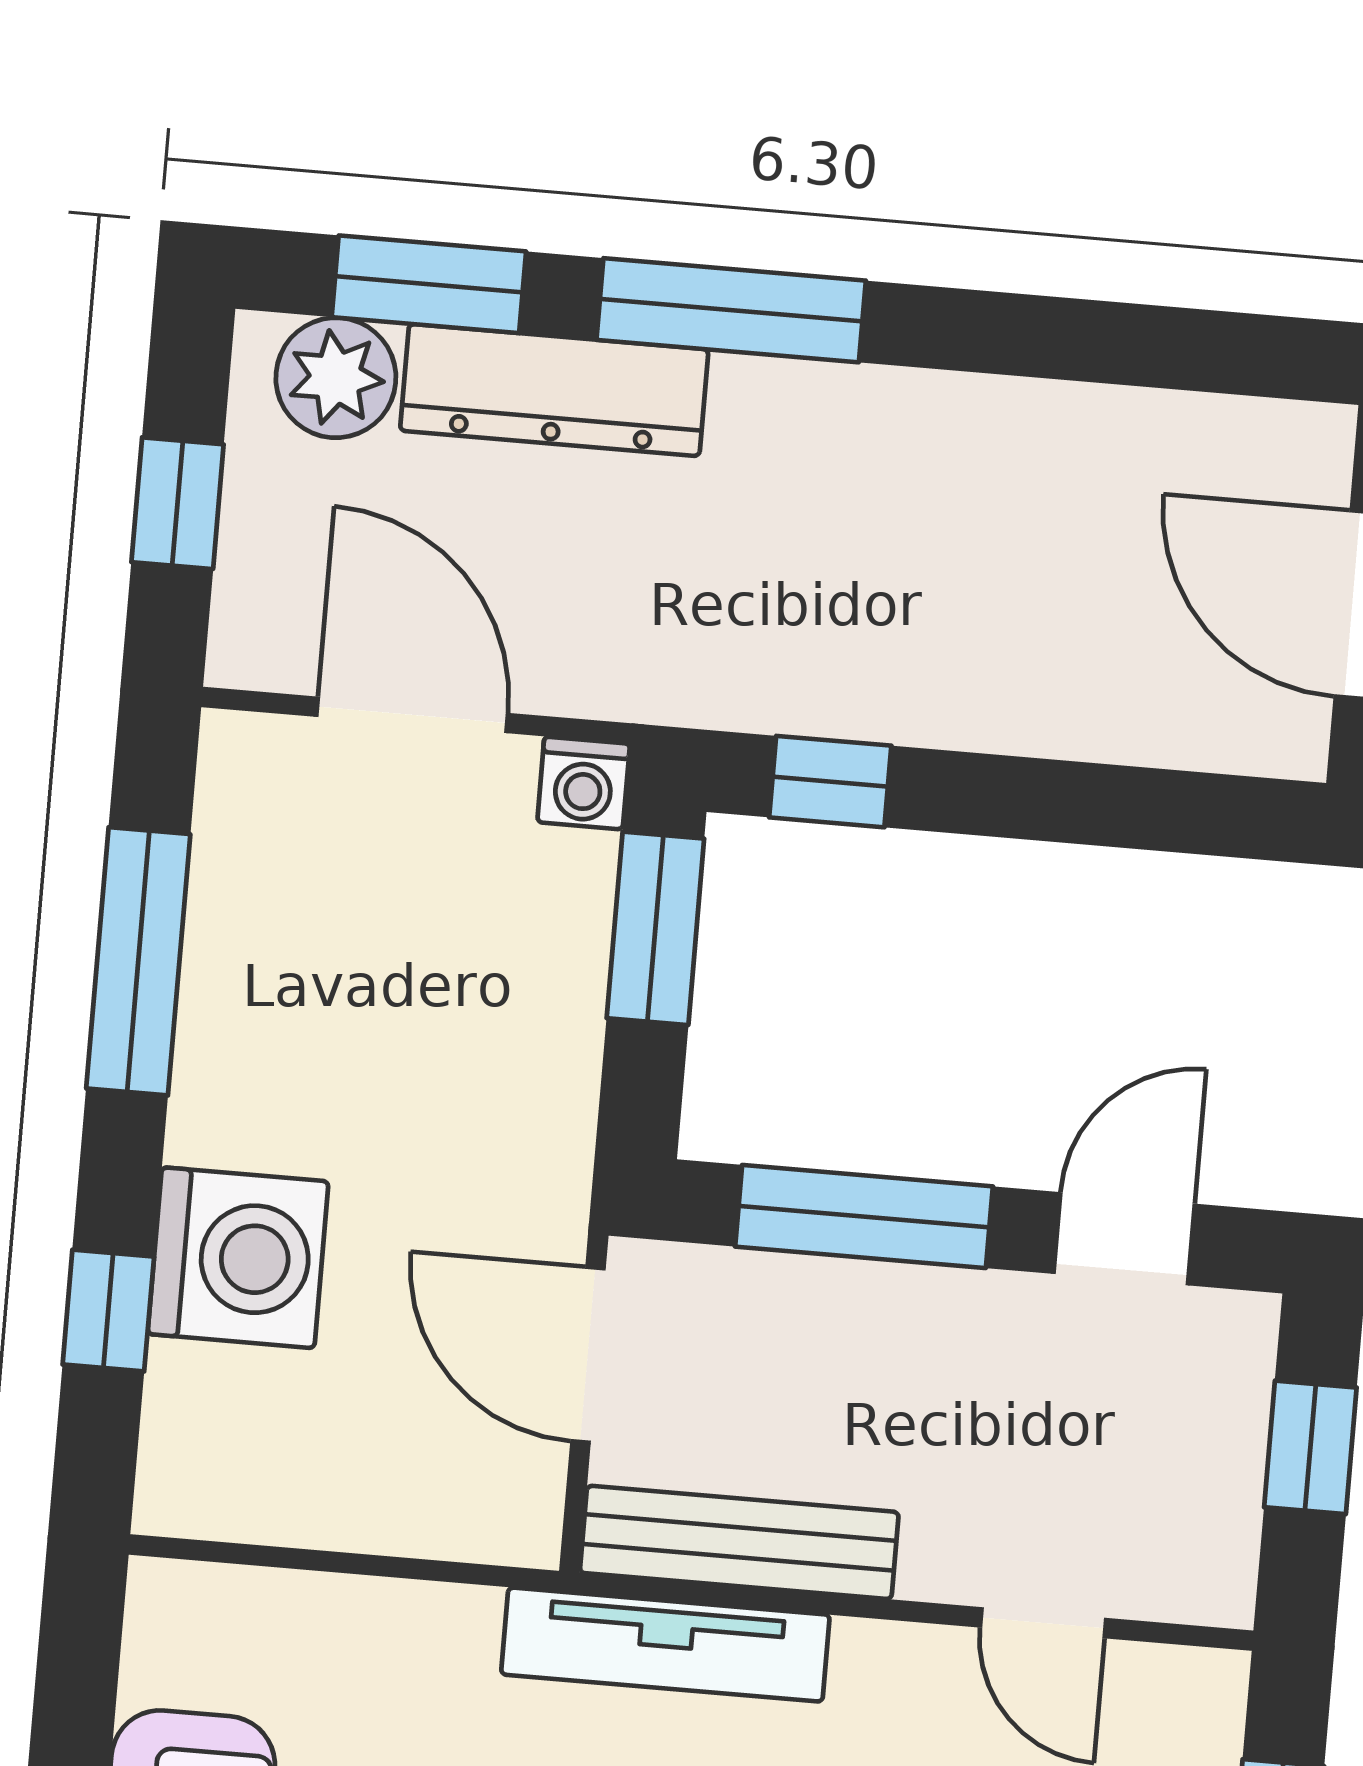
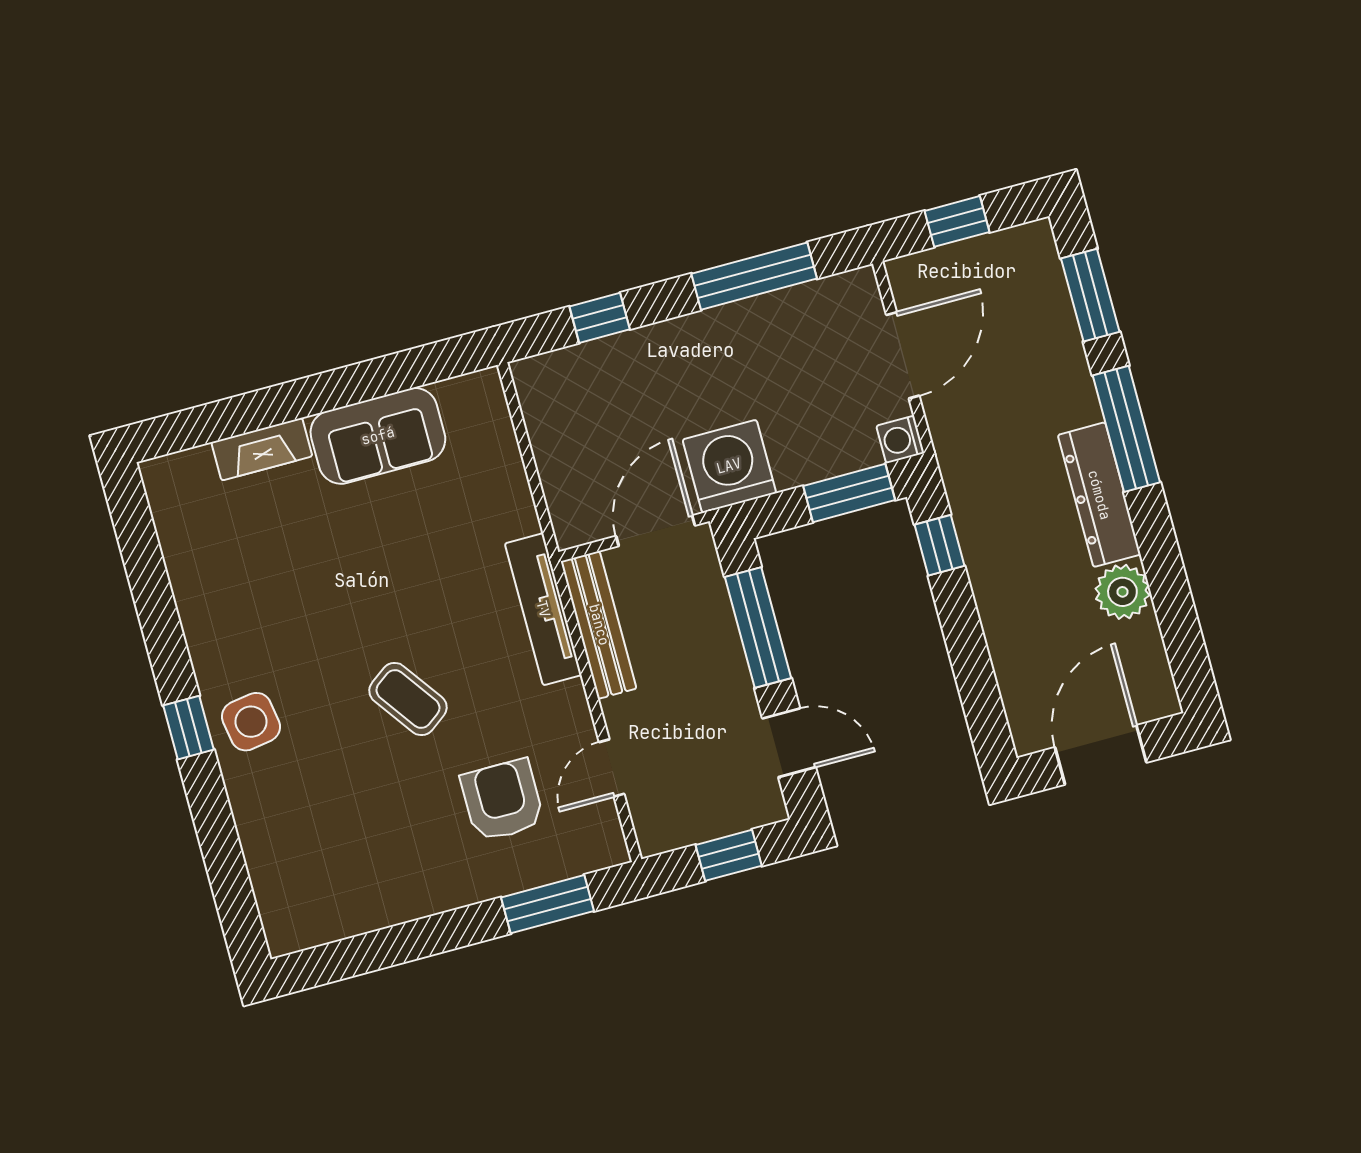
plant: (336, 378) -> (1122, 592), moved
dresser: (554, 390) -> (1099, 495), moved
washing machine: (238, 1258) -> (729, 466), moved, turned 180

